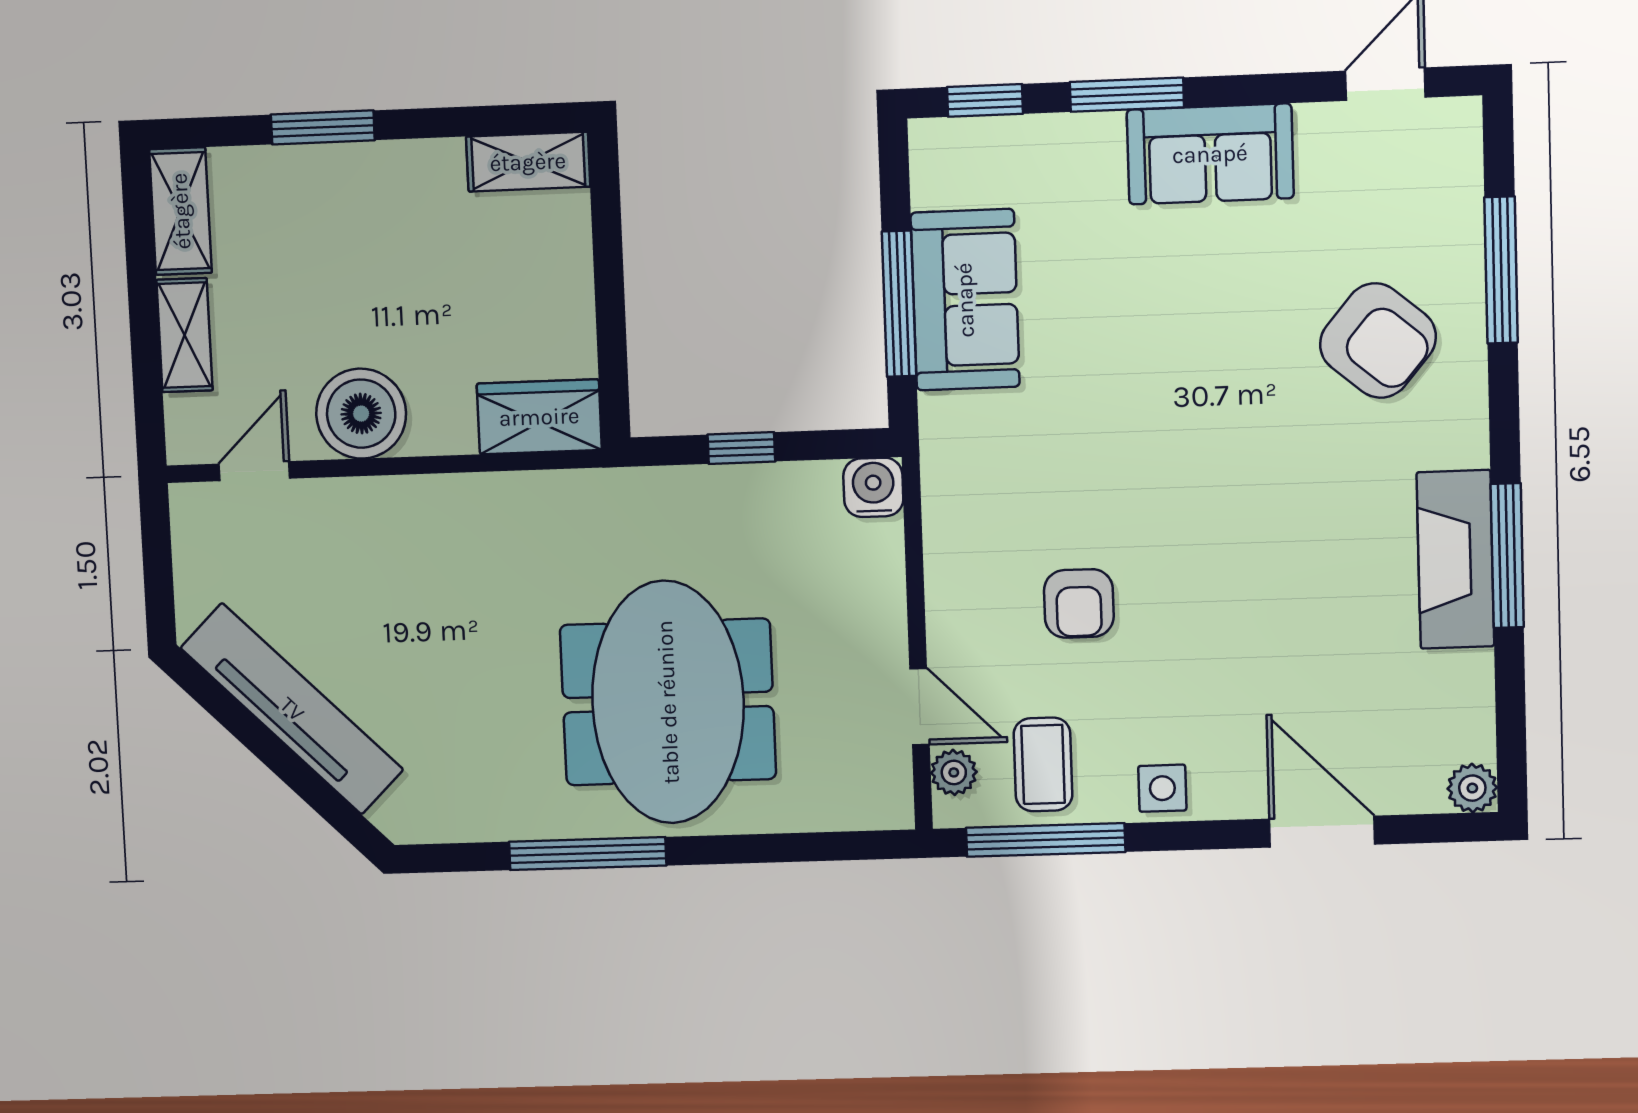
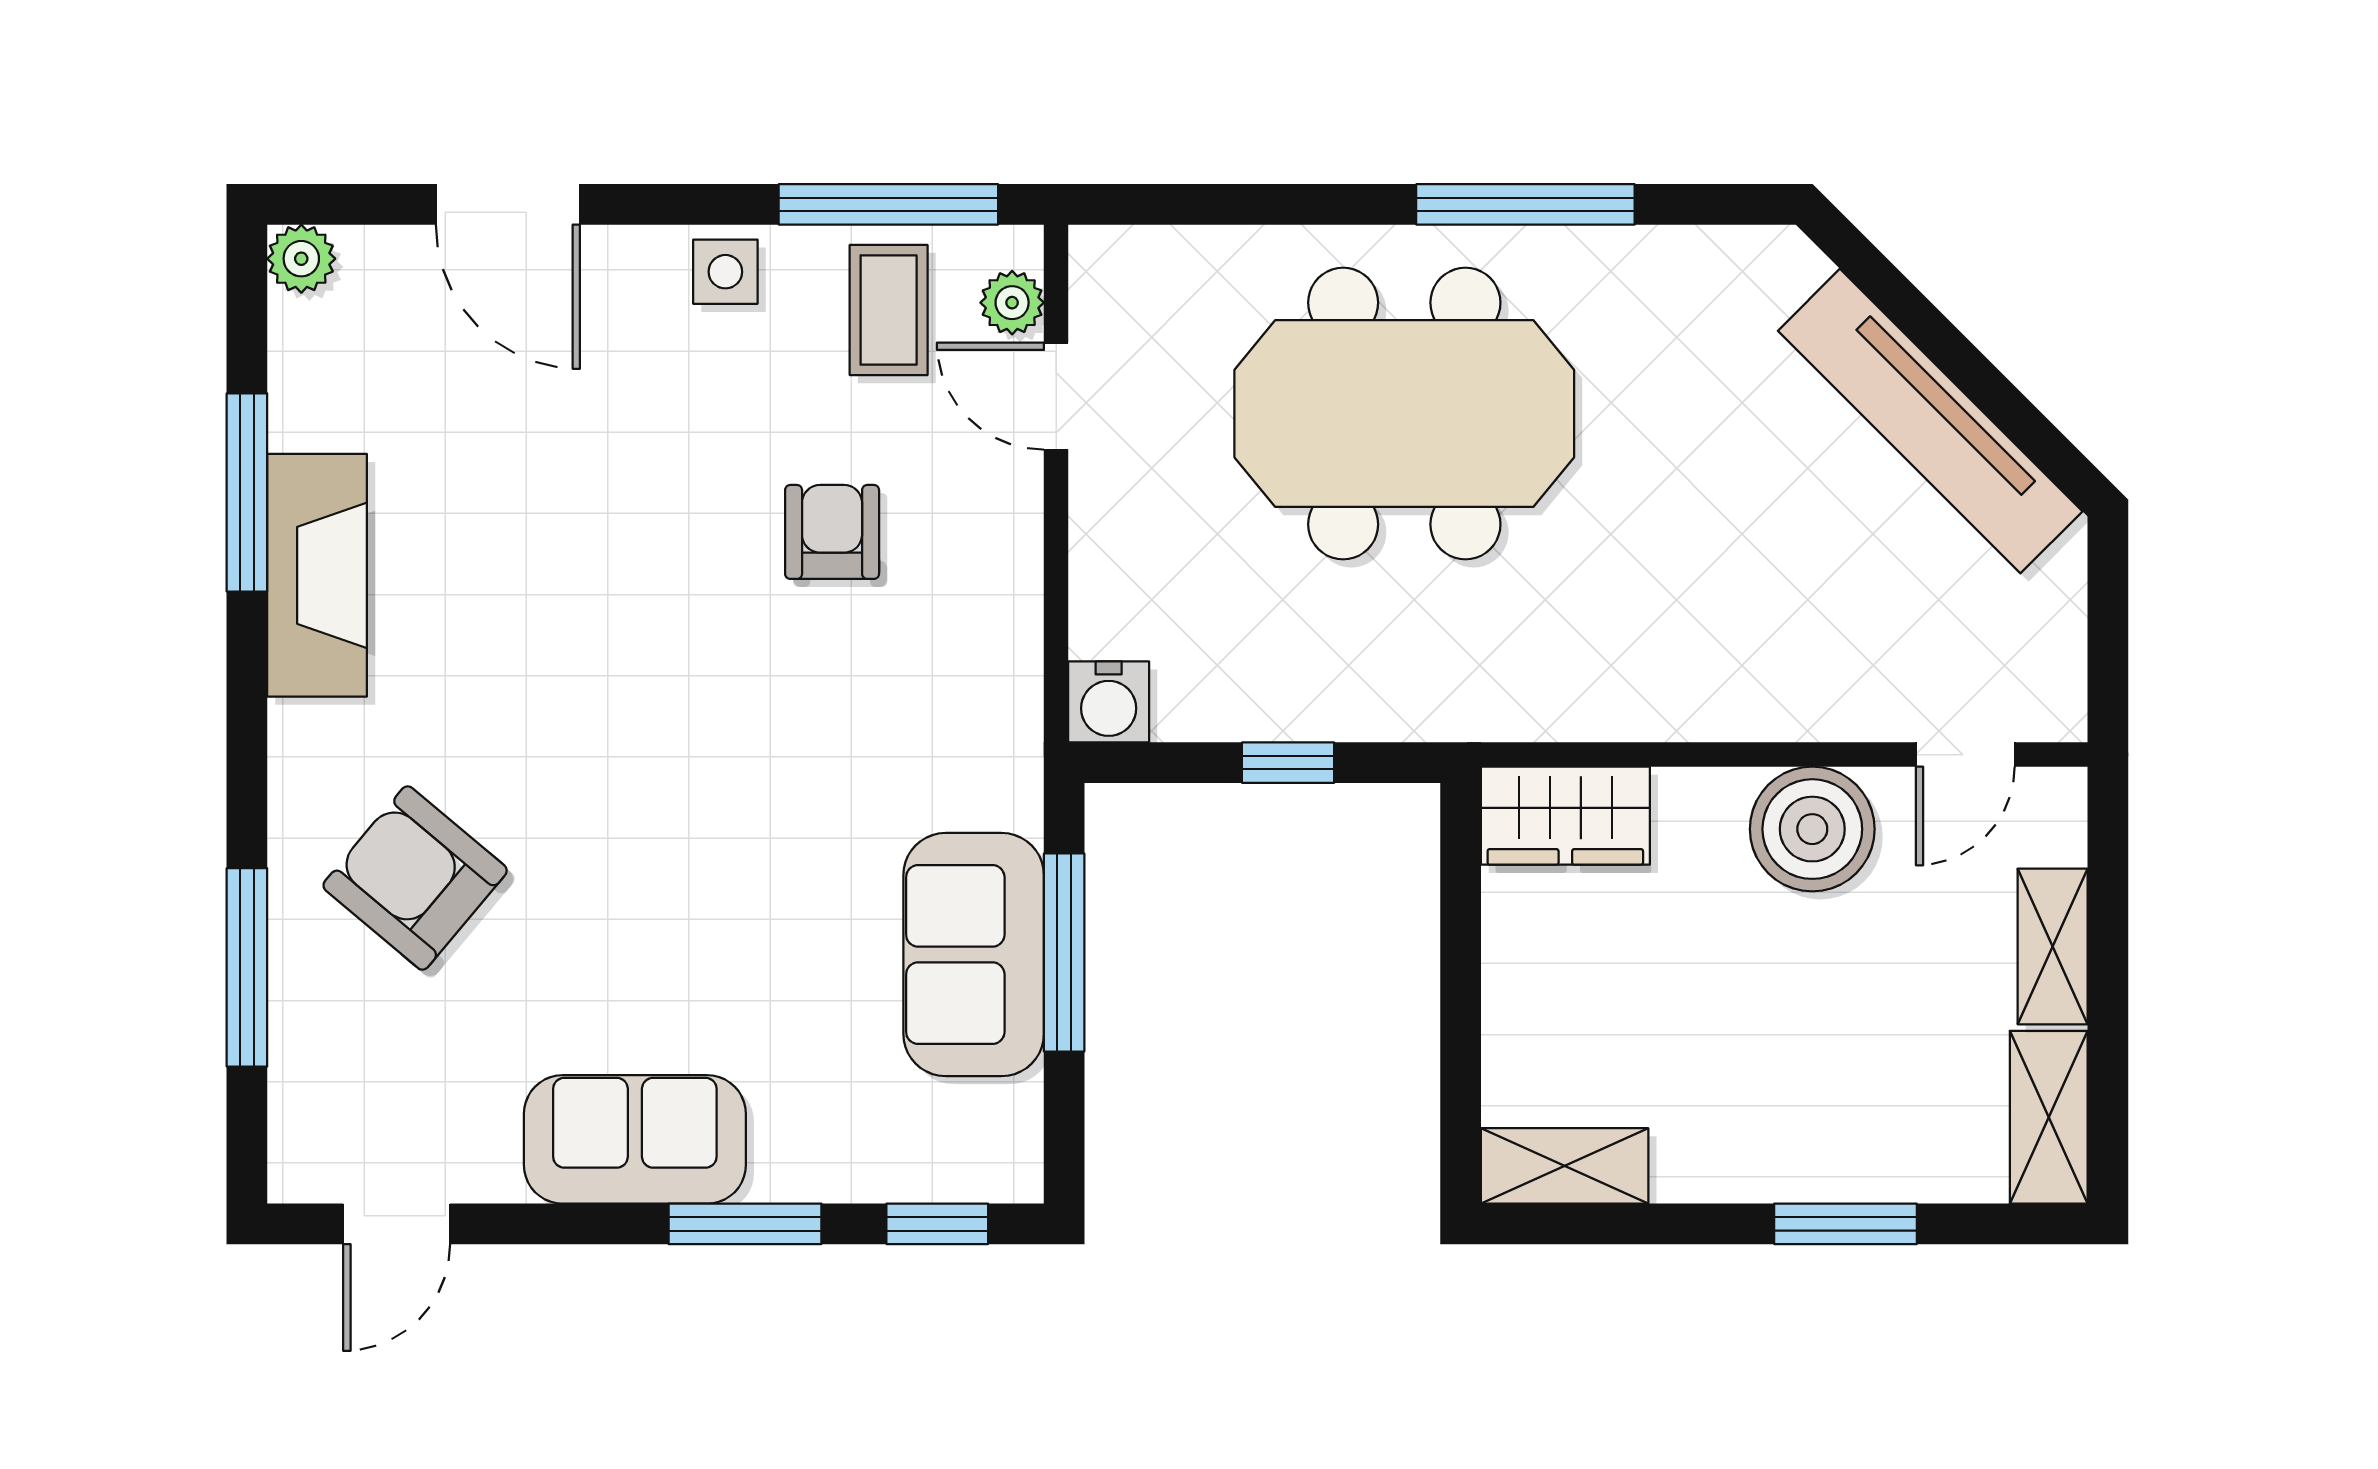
window: (1507, 556) -> (247, 492), moved
meeting table: (668, 702) -> (1404, 414), turned 90

